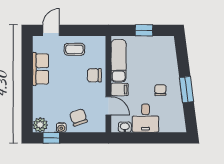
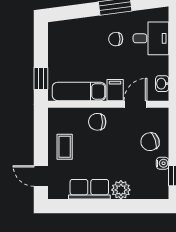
window: (144, 30) -> (41, 78), moved
chair: (94, 75) -> (97, 122), turned 90
desk: (146, 118) -> (151, 38), moved
plant: (40, 125) -> (121, 190), moved

